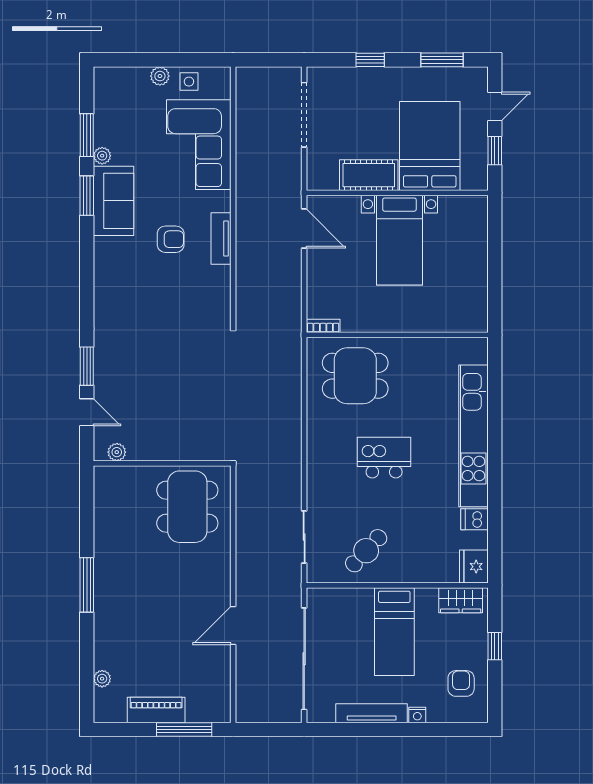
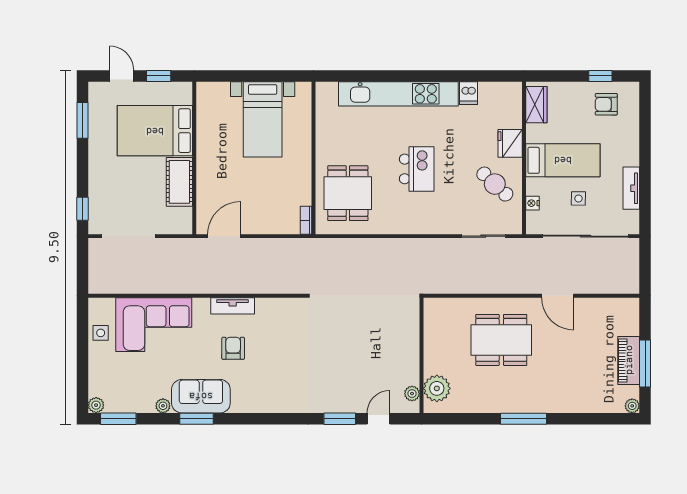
window: (370, 60) -> (82, 209), moved
plant: (160, 76) -> (96, 405), moved
window: (87, 135) -> (118, 419), moved
bed with nightstands: (399, 240) -> (263, 119), moved, turned 90
kitchen island: (384, 458) -> (417, 169), turned 180
plant: (123, 482) -> (437, 388), added
dining table: (187, 507) -> (501, 340), moved
fridge: (474, 567) -> (510, 143), moved, turned 90
window: (495, 646) -> (600, 76), moved
side table: (349, 650) -> (578, 198), added
plant: (102, 679) -> (632, 406), moved
tv unit: (372, 713) -> (631, 188), width x0.71
nightstand: (417, 715) -> (532, 203), moved, turned 180
window: (184, 729) -> (645, 363), moved

